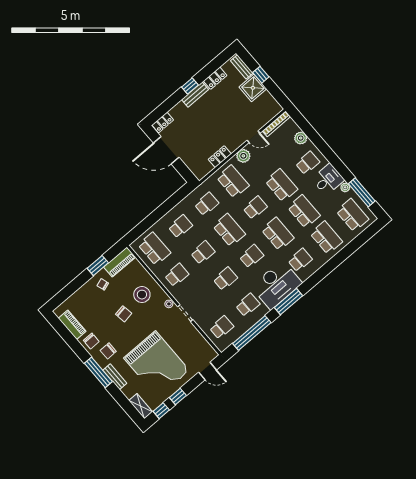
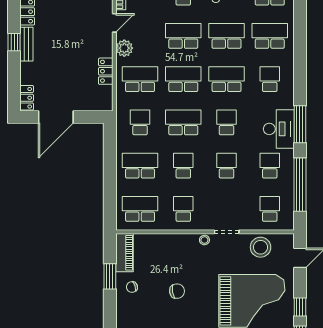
school desk: (255, 208) -> (183, 79), width x1.85
school desk: (180, 226) -> (140, 166), width x1.85
desk: (277, 285) -> (279, 129), width x0.73, depth x0.77
stool: (142, 295) -> (261, 247), moved

